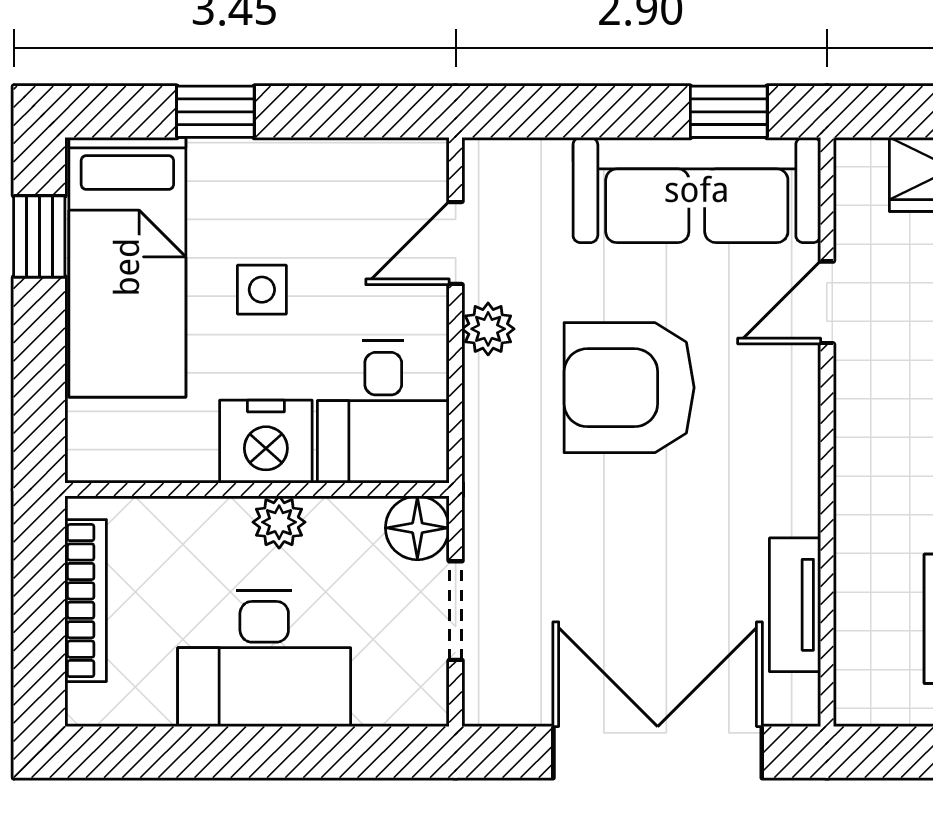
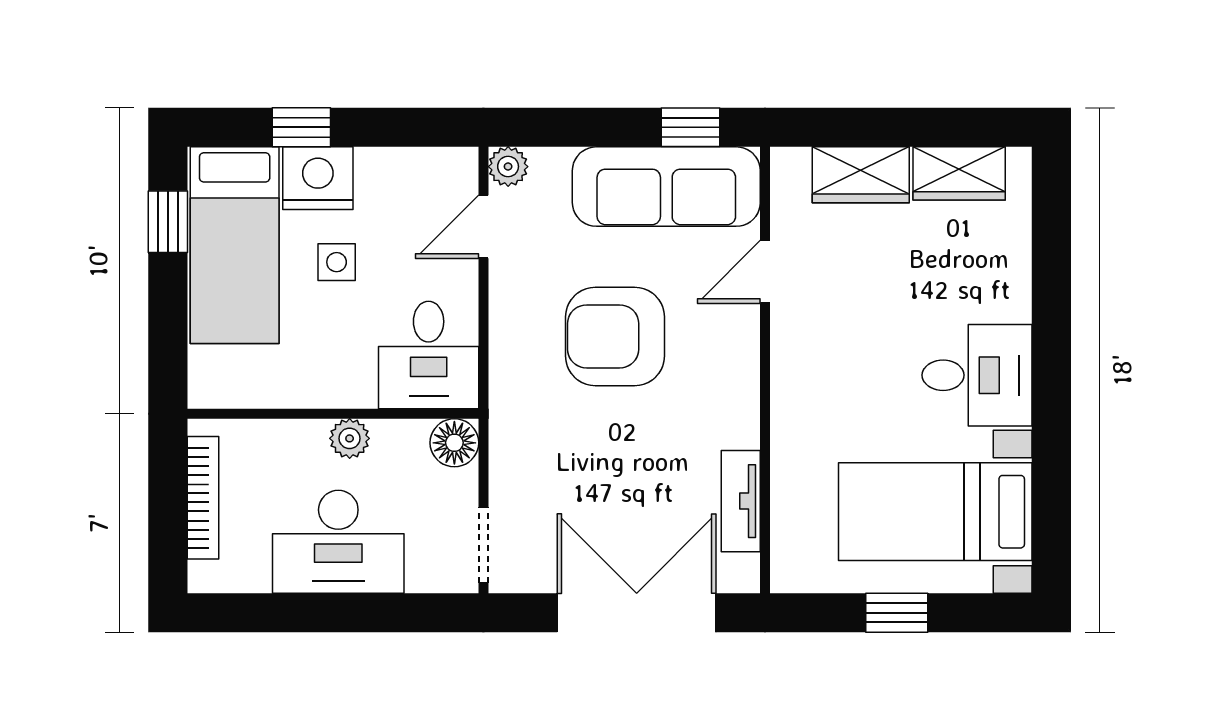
plant: (488, 329) -> (508, 167), moved
nightstand: (266, 442) -> (318, 178), moved, turned 180
doorway: (456, 611) -> (483, 545), moved

